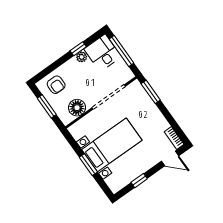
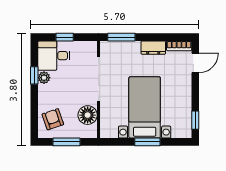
window: (122, 51) -> (65, 37), width x0.46
armchair: (56, 85) -> (53, 119), turned -109
dresser: (159, 120) -> (153, 48), added
window: (139, 181) -> (195, 120), moved

